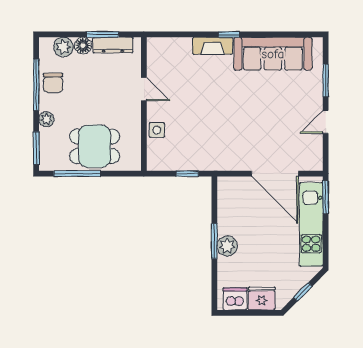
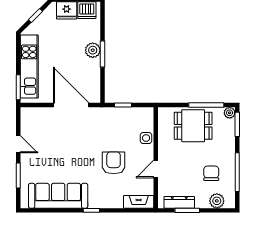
floor lamp: (83, 46) -> (202, 202), removed
fireplace: (213, 46) -> (139, 202), moved
chair: (53, 83) -> (211, 173), moved
door: (144, 89) -> (156, 169), hinge flipped
armchair: (200, 97) -> (114, 163), added
plant: (46, 119) -> (230, 113), moved
door: (326, 122) -> (18, 144), hinge flipped
door: (275, 174) -> (71, 105), moved

